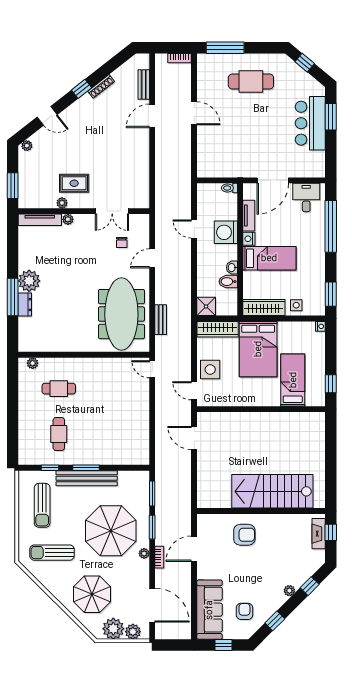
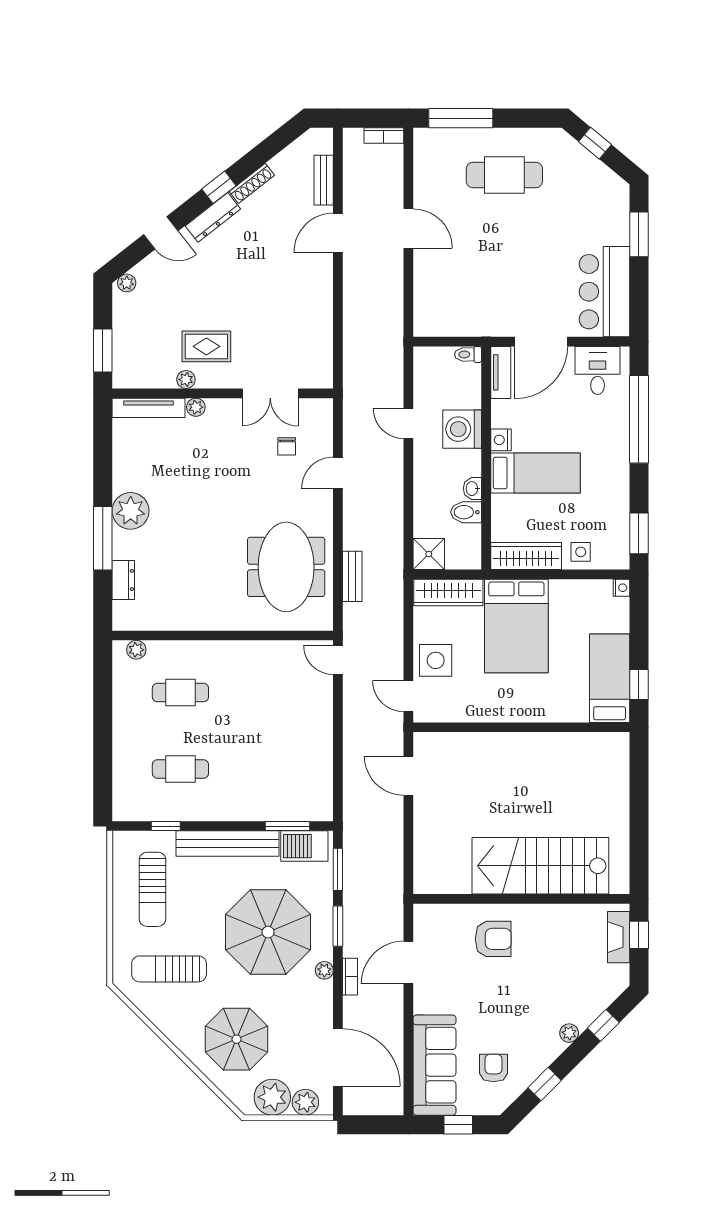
dresser: (78, 107) -> (213, 217), added
bar counter: (310, 123) -> (604, 292), moved
tv unit: (249, 216) -> (501, 372), moved
dresser: (25, 305) -> (123, 580), moved
meeting table: (121, 314) -> (286, 567), width x0.73
bed: (293, 380) -> (610, 678), moved
cafe table: (59, 434) -> (180, 769), turned 90
window: (86, 468) -> (288, 826), moved
barbecue: (132, 480) -> (304, 846), added

